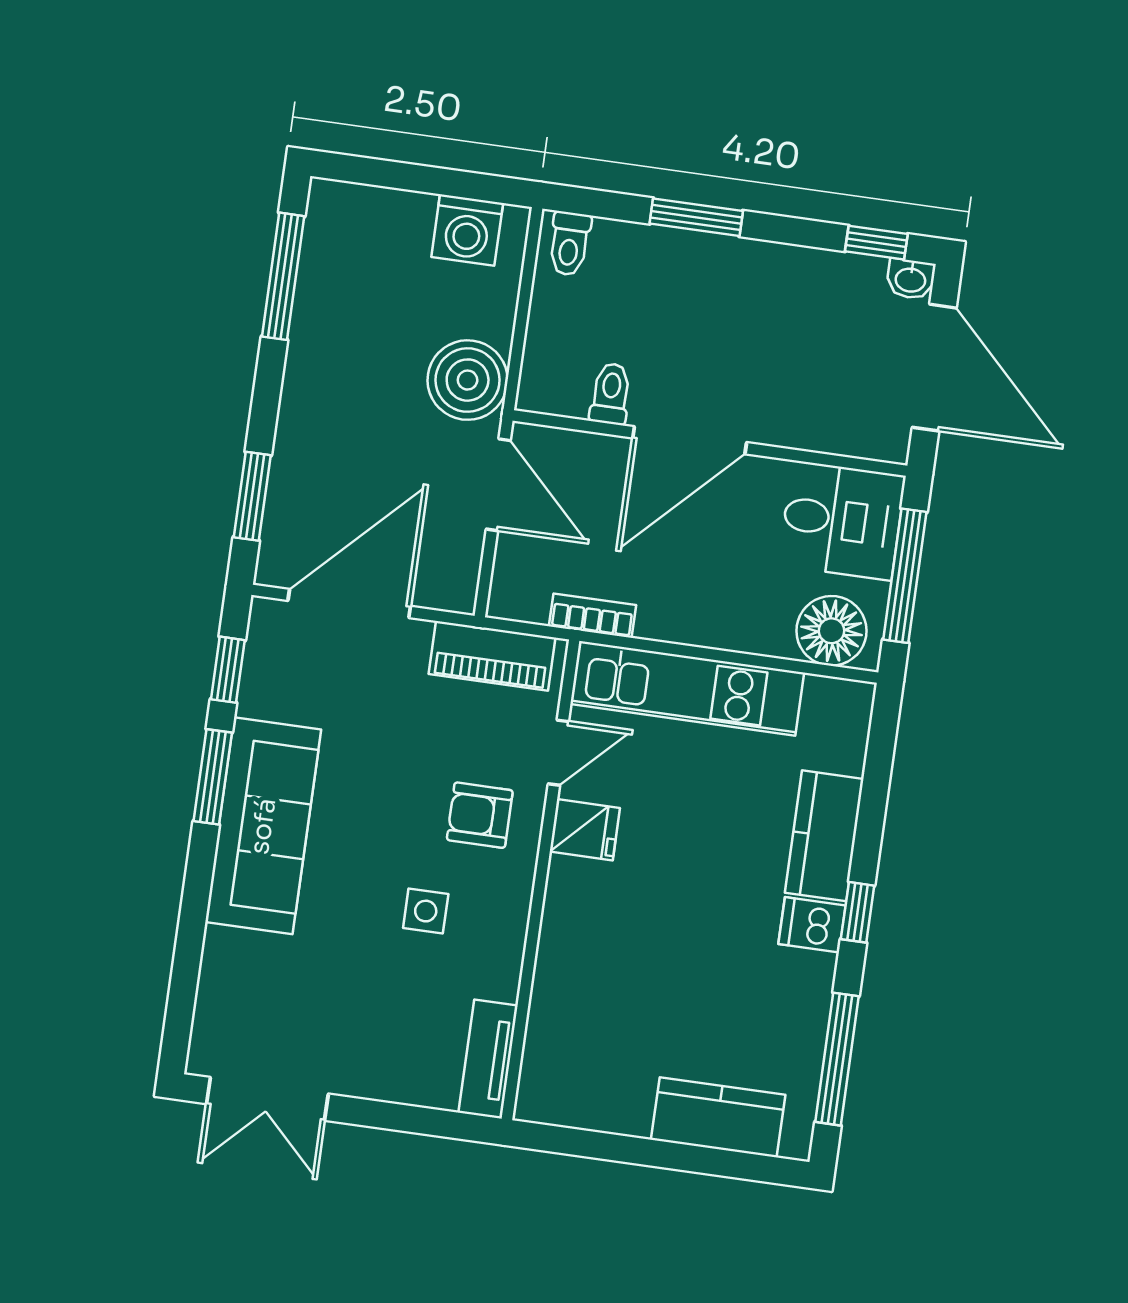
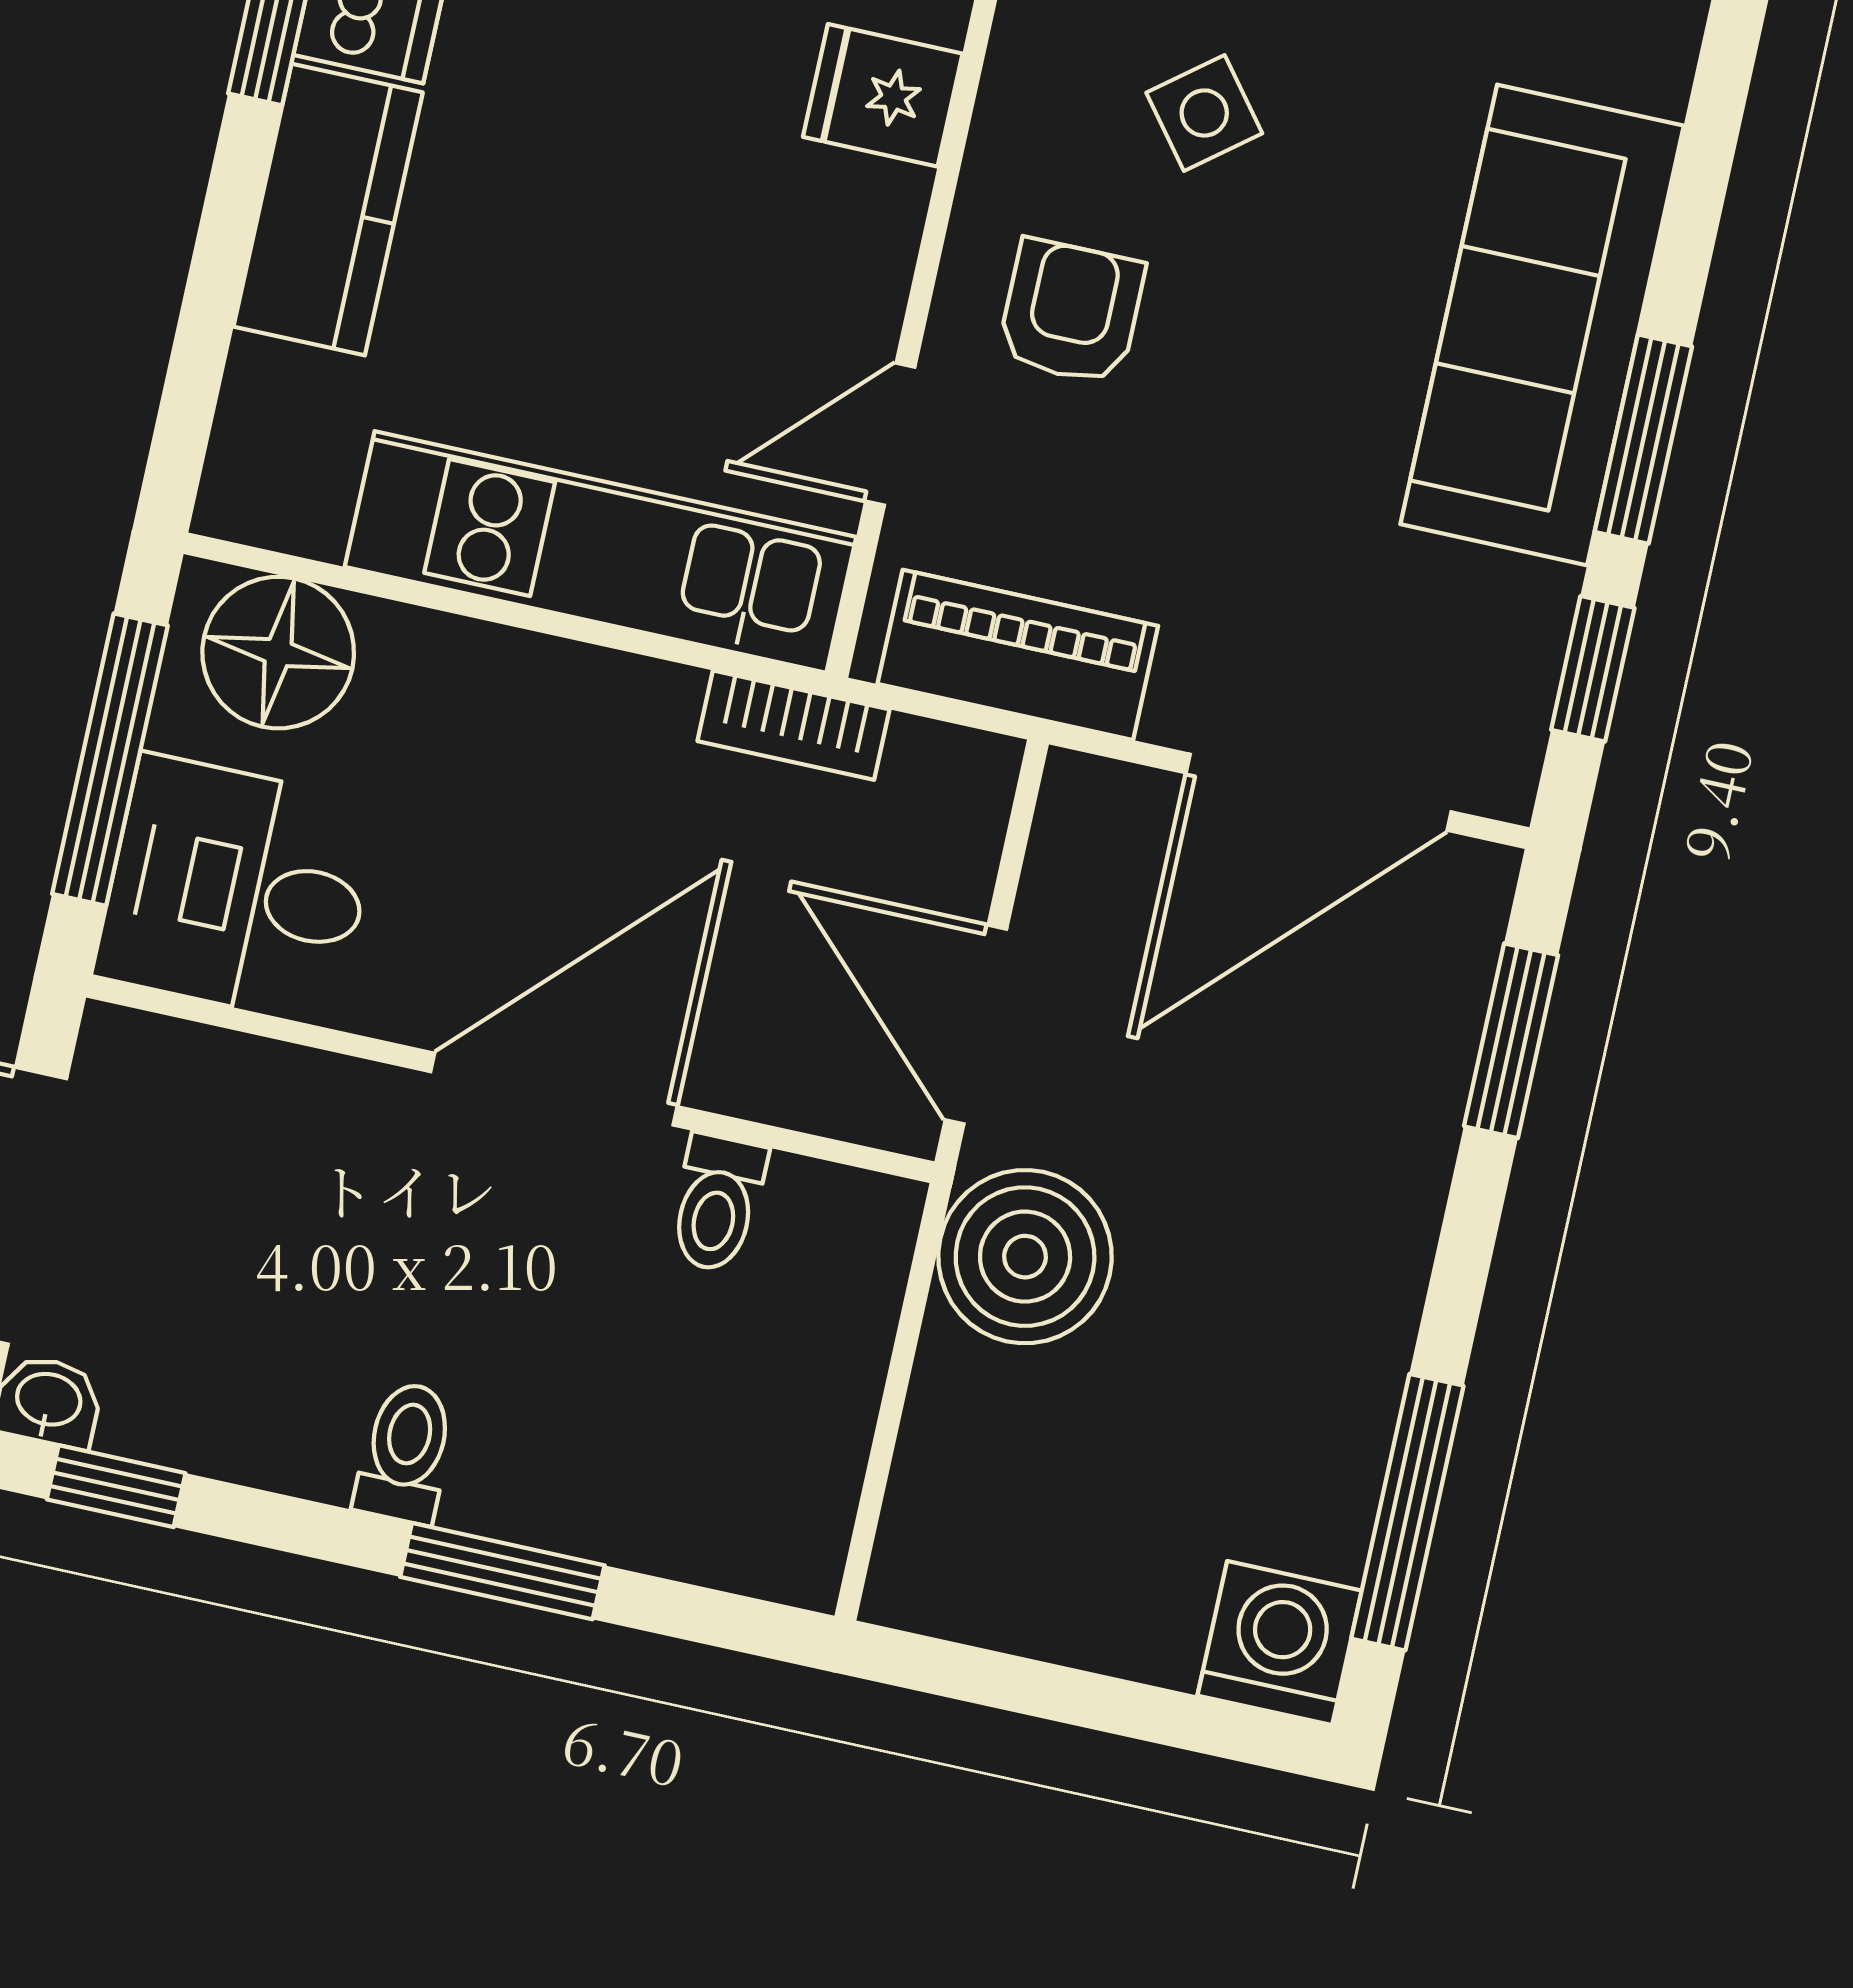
washing machine: (467, 230) -> (1280, 1643), moved
toilet: (569, 244) -> (406, 1452), moved
armchair: (480, 815) -> (1071, 312), turned -90
fridge: (585, 830) -> (883, 95), moved
side table: (426, 911) -> (1204, 113), turned -38

